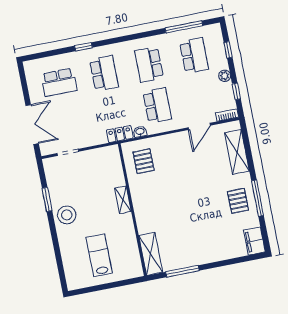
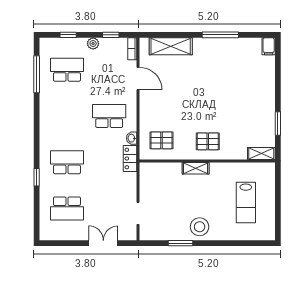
school desk: (149, 64) -> (67, 116), removed
school desk: (59, 82) -> (67, 208), turned 90
double door: (32, 124) -> (103, 243), width x0.73
pallet: (238, 201) -> (208, 141), moved
filing cabinet: (254, 241) -> (269, 46), width x0.50
shelving: (151, 254) -> (261, 153), width x0.67, depth x0.75
lab bench: (99, 255) -> (246, 203), turned -90
window: (182, 271) -> (278, 124), width x0.69

